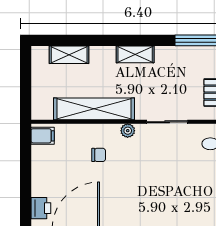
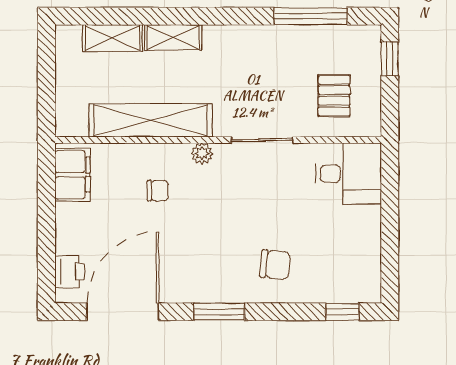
shelving: (135, 54) -> (173, 37), moved
filing cabinet: (43, 136) -> (72, 175), width x2.00
chair: (176, 204) -> (275, 265), added

